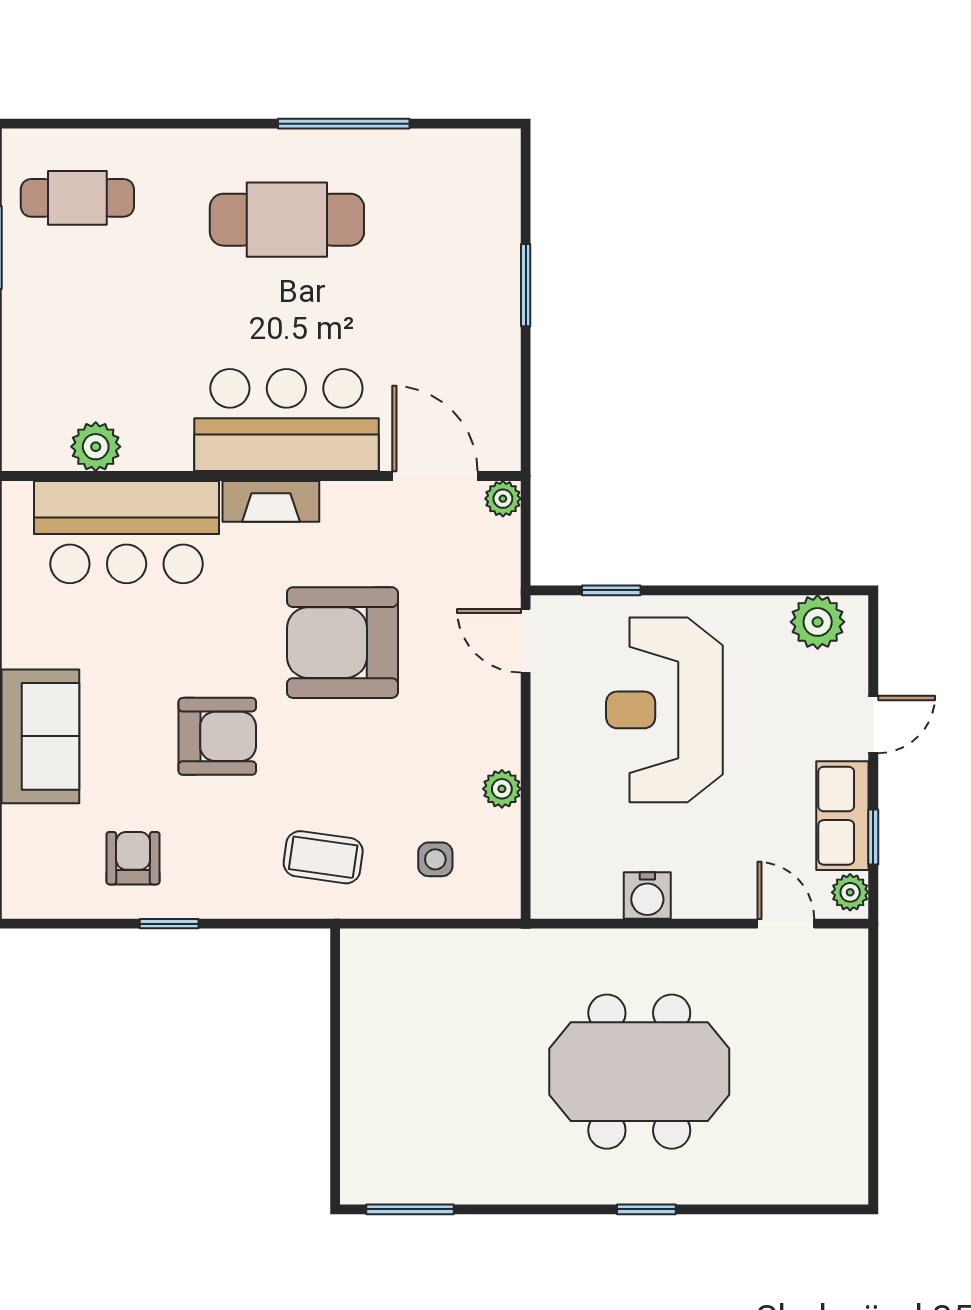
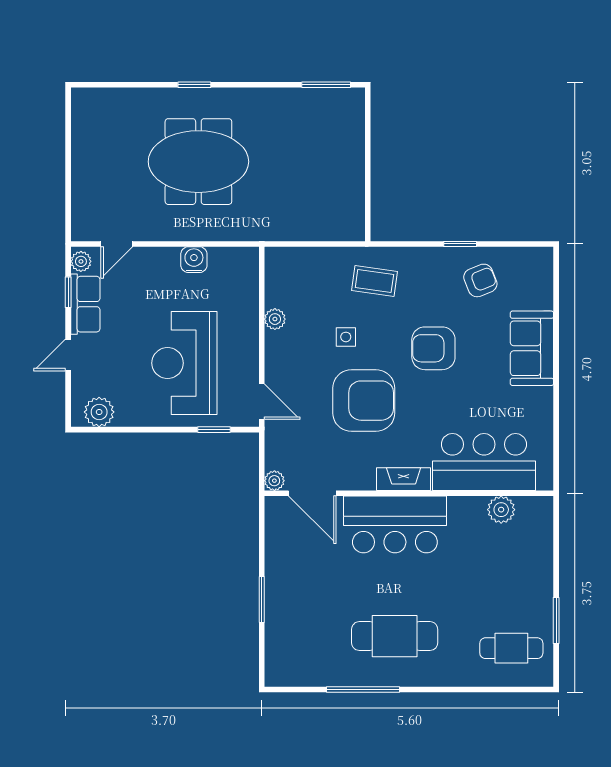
reception desk: (664, 710) -> (184, 363), turned 180
armchair: (133, 858) -> (480, 280), turned -112
side table: (435, 859) -> (346, 337), moved
door: (786, 924) -> (117, 244), hinge flipped

